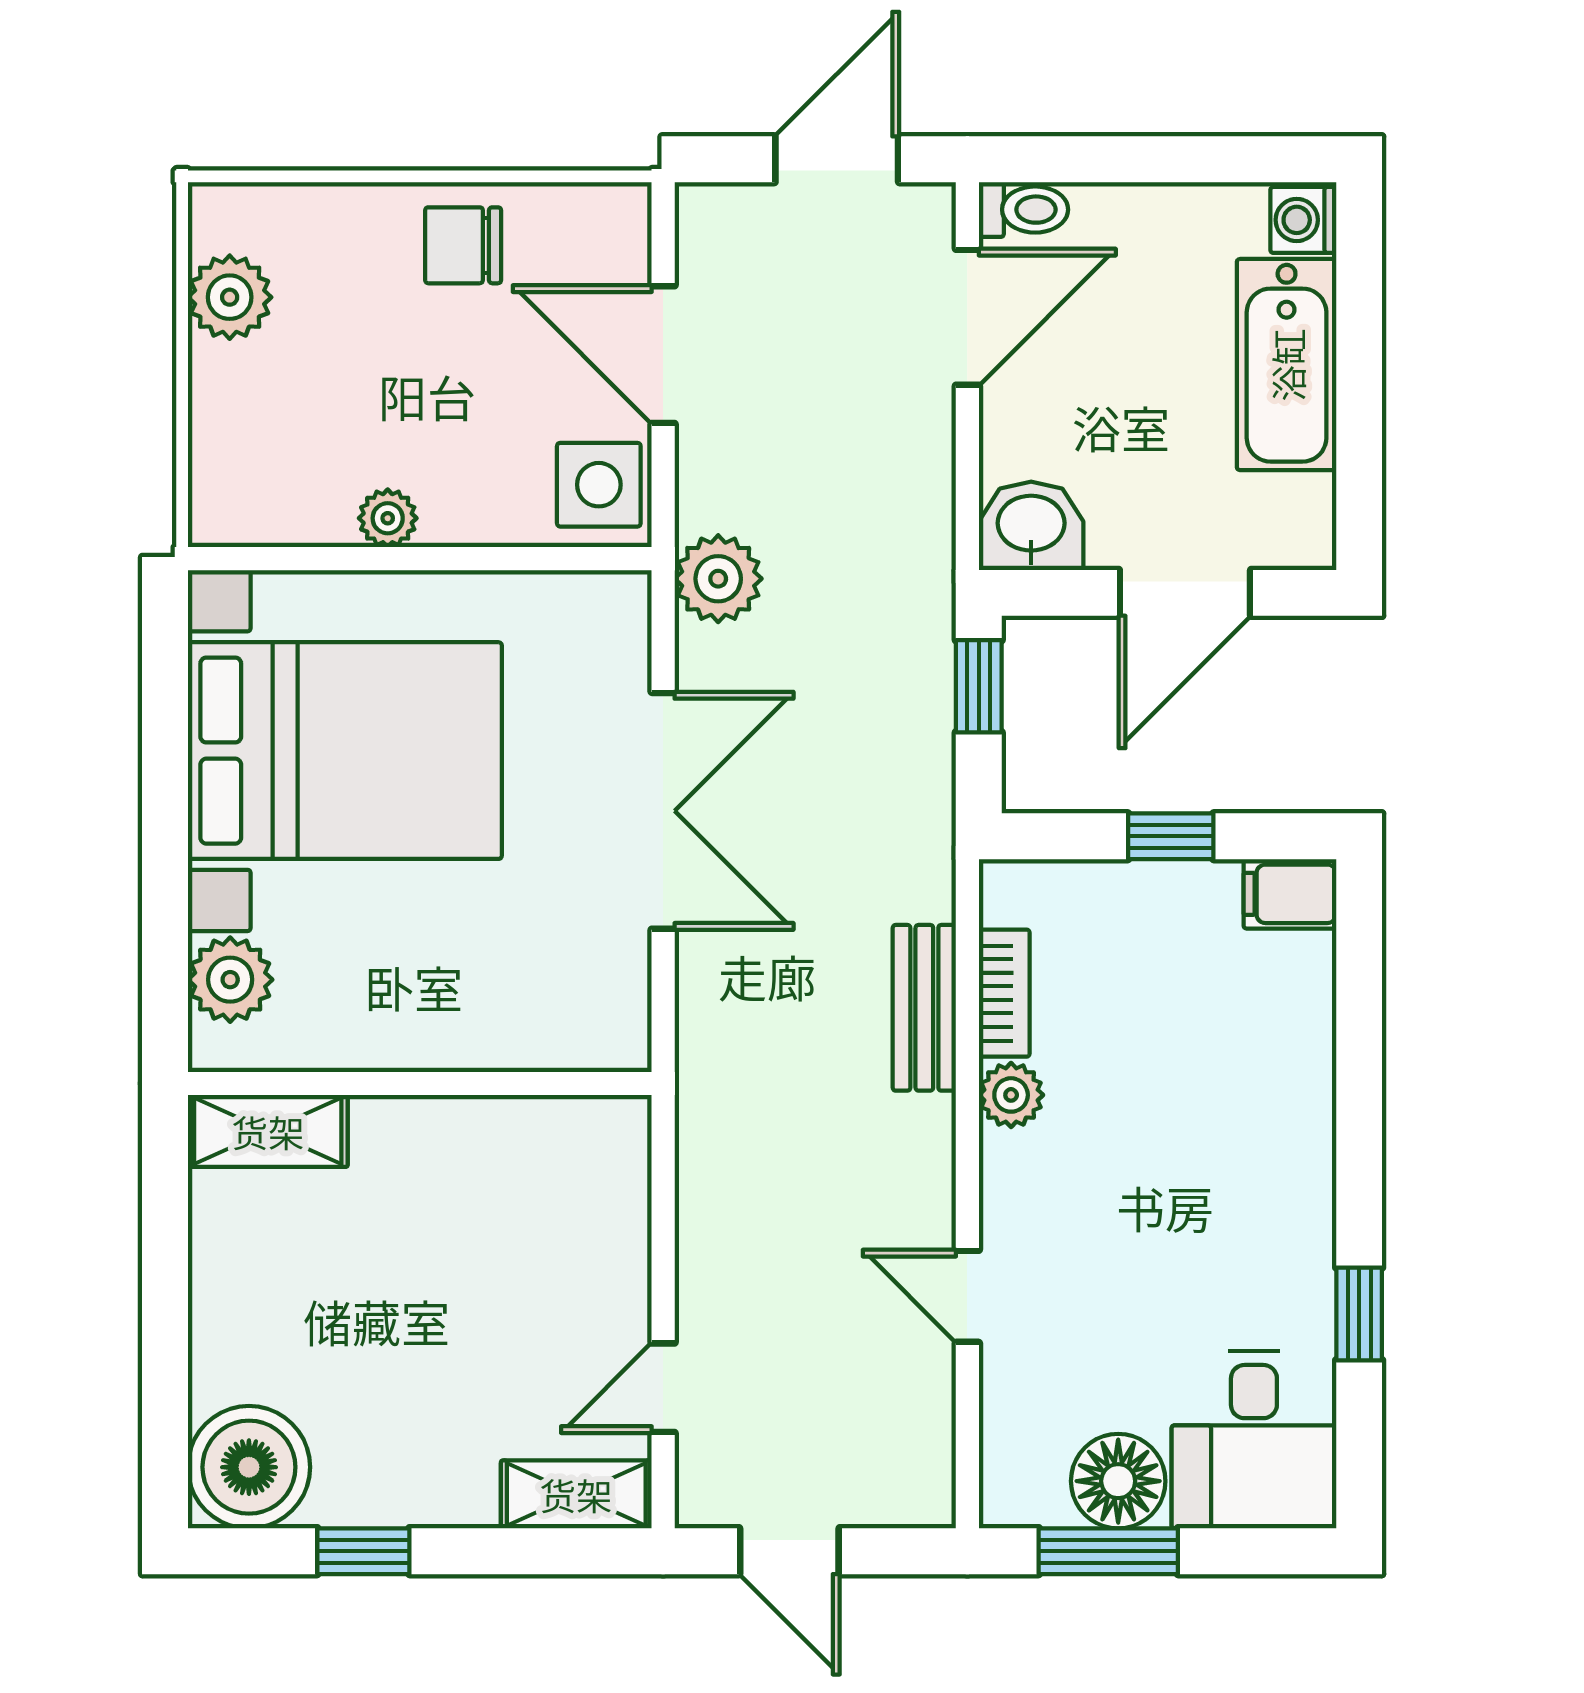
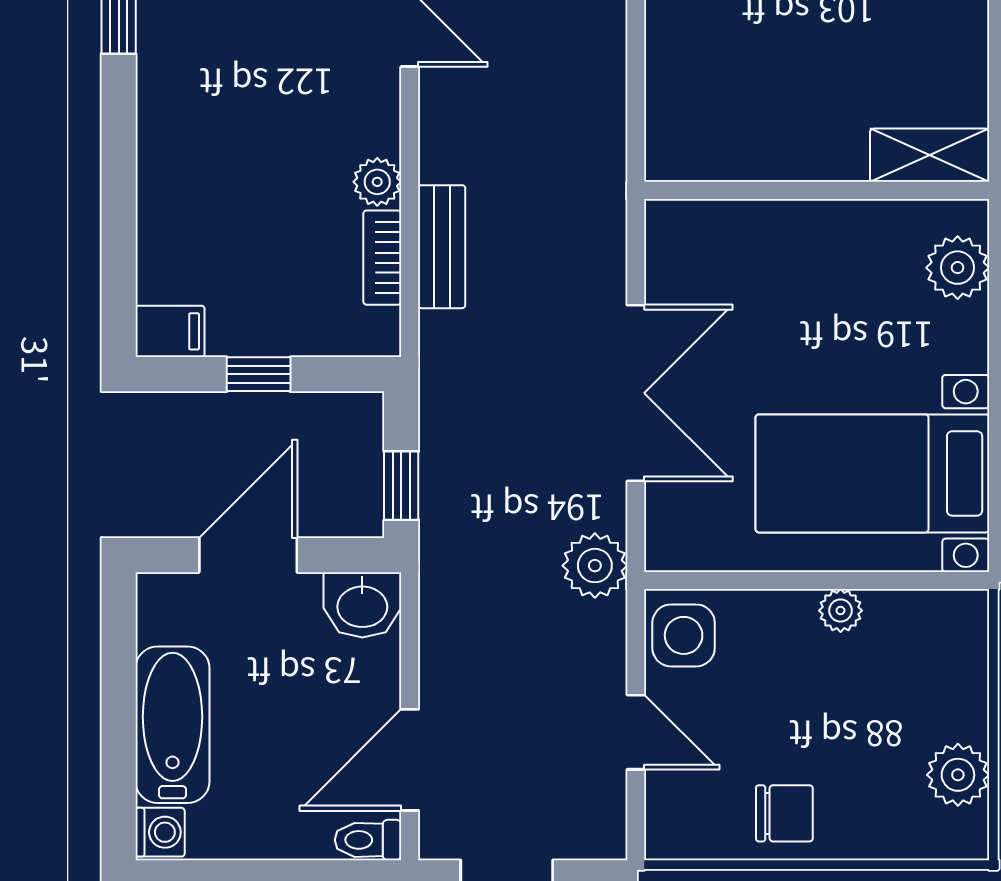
door: (663, 355) -> (636, 732), width x0.73
bed with nightstands: (345, 751) -> (872, 473), width x0.73
double door: (663, 811) -> (636, 393), swing flipped

